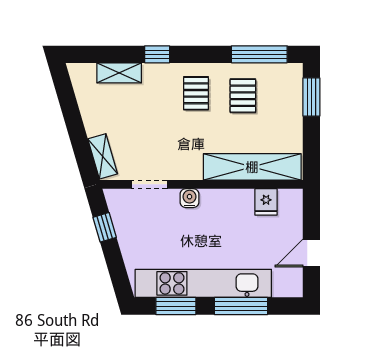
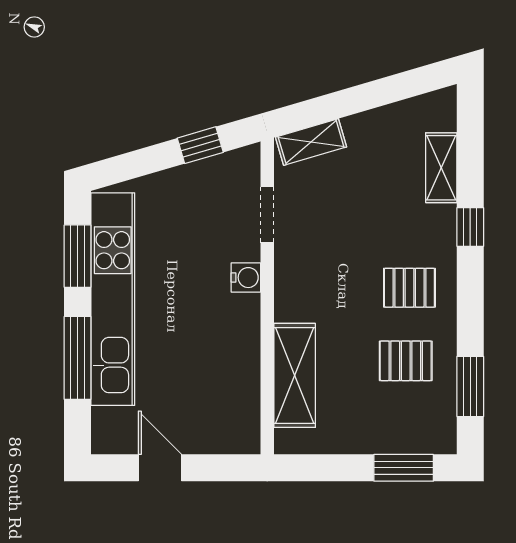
window: (259, 54) -> (470, 386), width x0.69
shelving: (252, 167) -> (295, 375), width x0.68
fridge: (266, 202) -> (240, 397), removed

